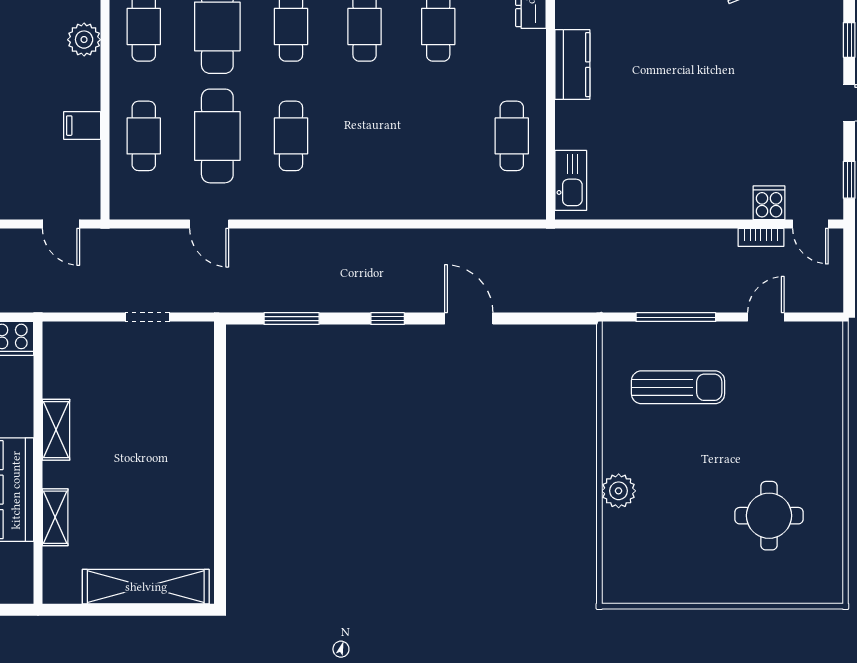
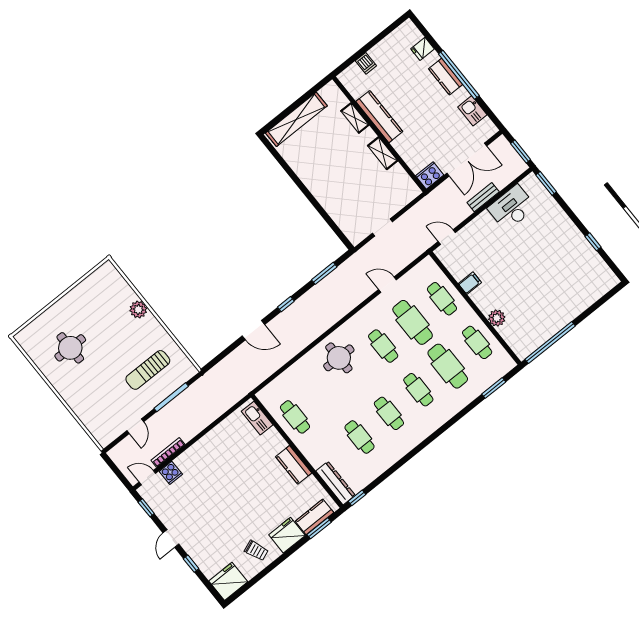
round table: (373, 172) -> (339, 358), added
bookcase: (761, 237) -> (168, 452), width x1.56

